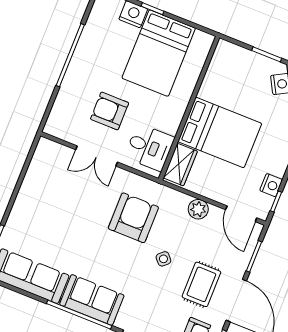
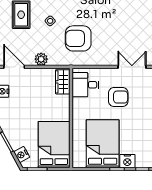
bed: (220, 132) -> (54, 145), moved, turned 90
double door: (97, 156) -> (132, 67), moved
armchair: (133, 218) -> (78, 38), turned 90

